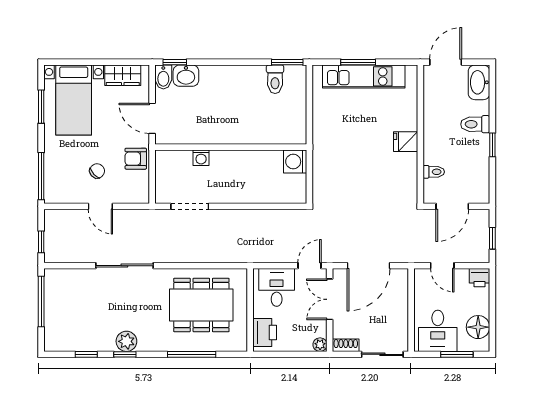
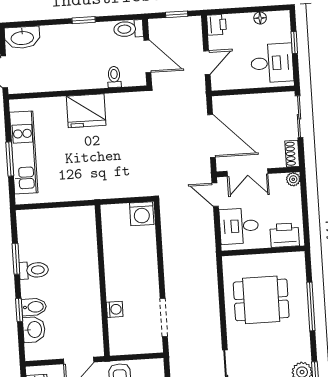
window: (175, 62) -> (19, 310), moved
window: (287, 62) -> (16, 259), moved
bidet: (163, 77) -> (34, 307), moved
toilet: (275, 79) -> (34, 270), moved
toilet: (475, 124) -> (128, 29), moved, turned 90
fridge: (406, 142) -> (86, 111), width x1.88, depth x1.34
washing machine: (295, 161) -> (142, 214), moved
dining table: (201, 305) -> (261, 300), width x0.73
floor lamp: (478, 327) -> (260, 18), width x0.53, depth x0.53
window: (457, 354) -> (294, 43), width x0.67

